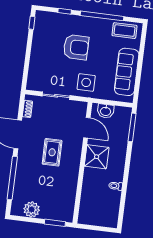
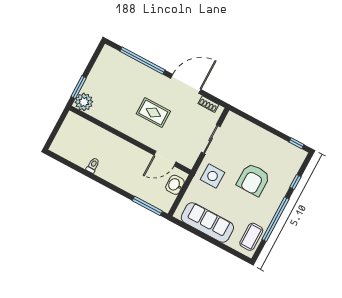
shower: (97, 157) -> (131, 157), removed
plant: (32, 209) -> (84, 102), moved

